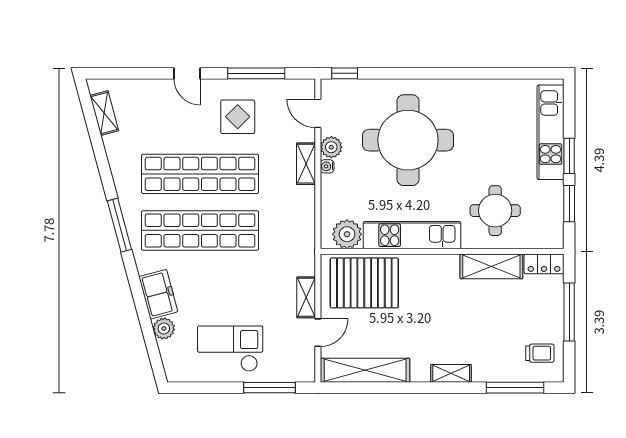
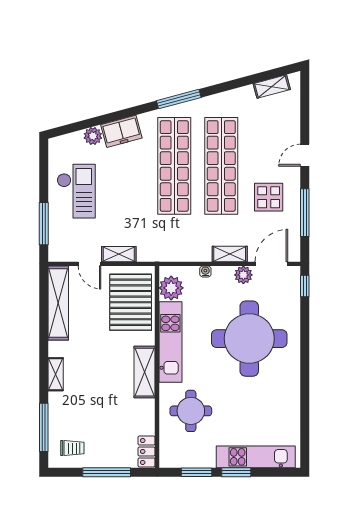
door: (318, 113) -> (271, 264), width x1.38
water cooler: (327, 166) -> (205, 272), moved
shelving: (491, 266) -> (145, 372), moved
trolley: (540, 353) -> (72, 448), turned -90

